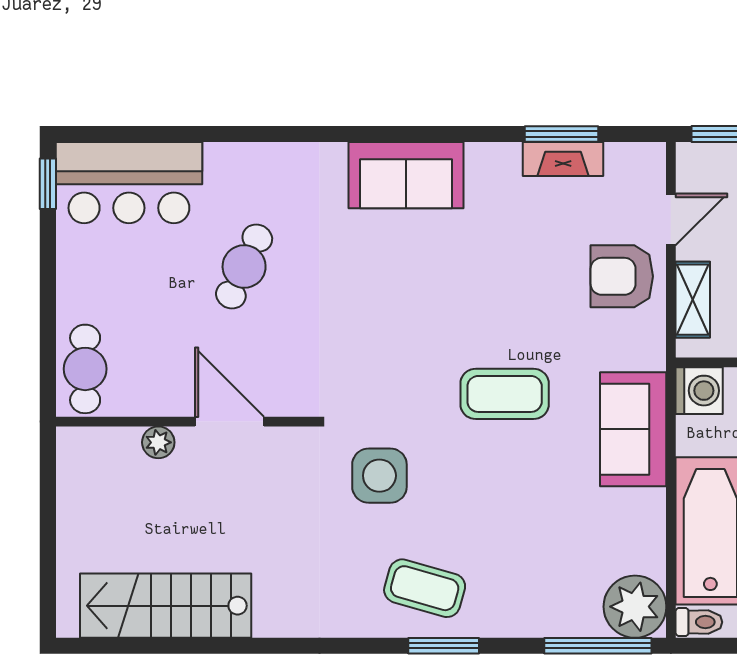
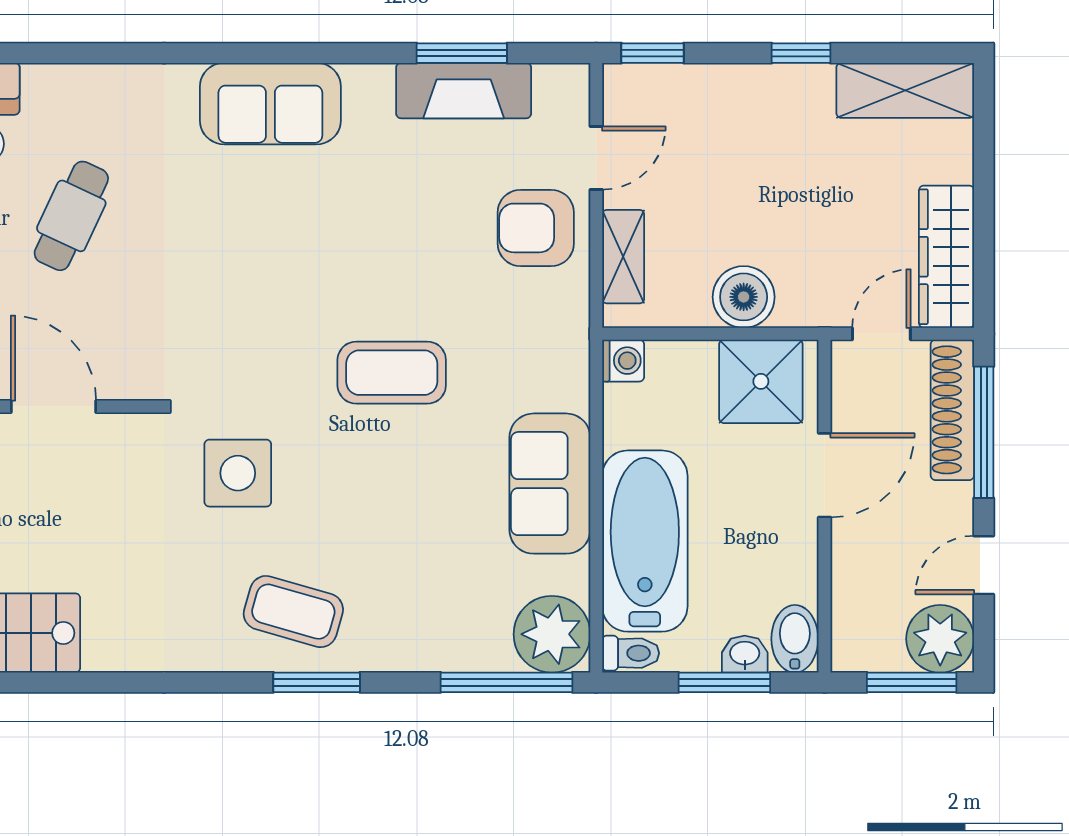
fireplace: (563, 159) -> (464, 91), width x1.37, depth x1.32
washing machine: (699, 391) -> (623, 361), width x0.73, depth x0.73
sofa: (633, 429) -> (550, 484), moved

